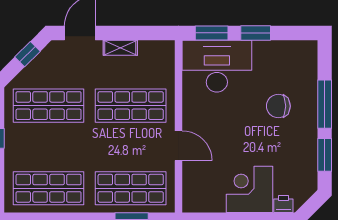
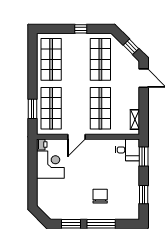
window: (256, 33) -> (144, 195), moved
shelving: (120, 48) -> (135, 120), moved
desk: (217, 66) -> (127, 150), width x0.53, depth x0.77
corner desk: (249, 189) -> (50, 165), moved
printer: (283, 204) -> (42, 144), moved

